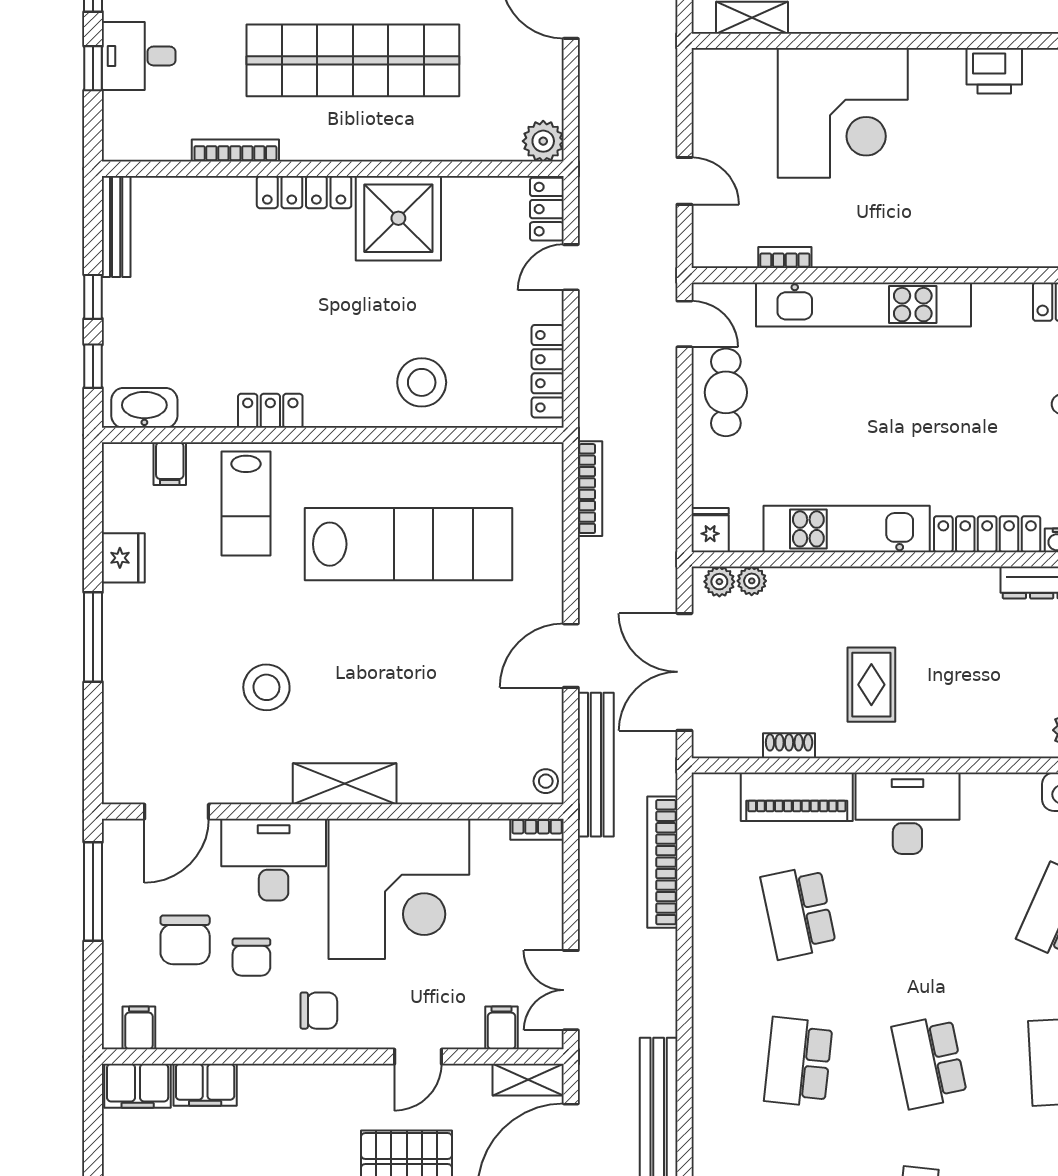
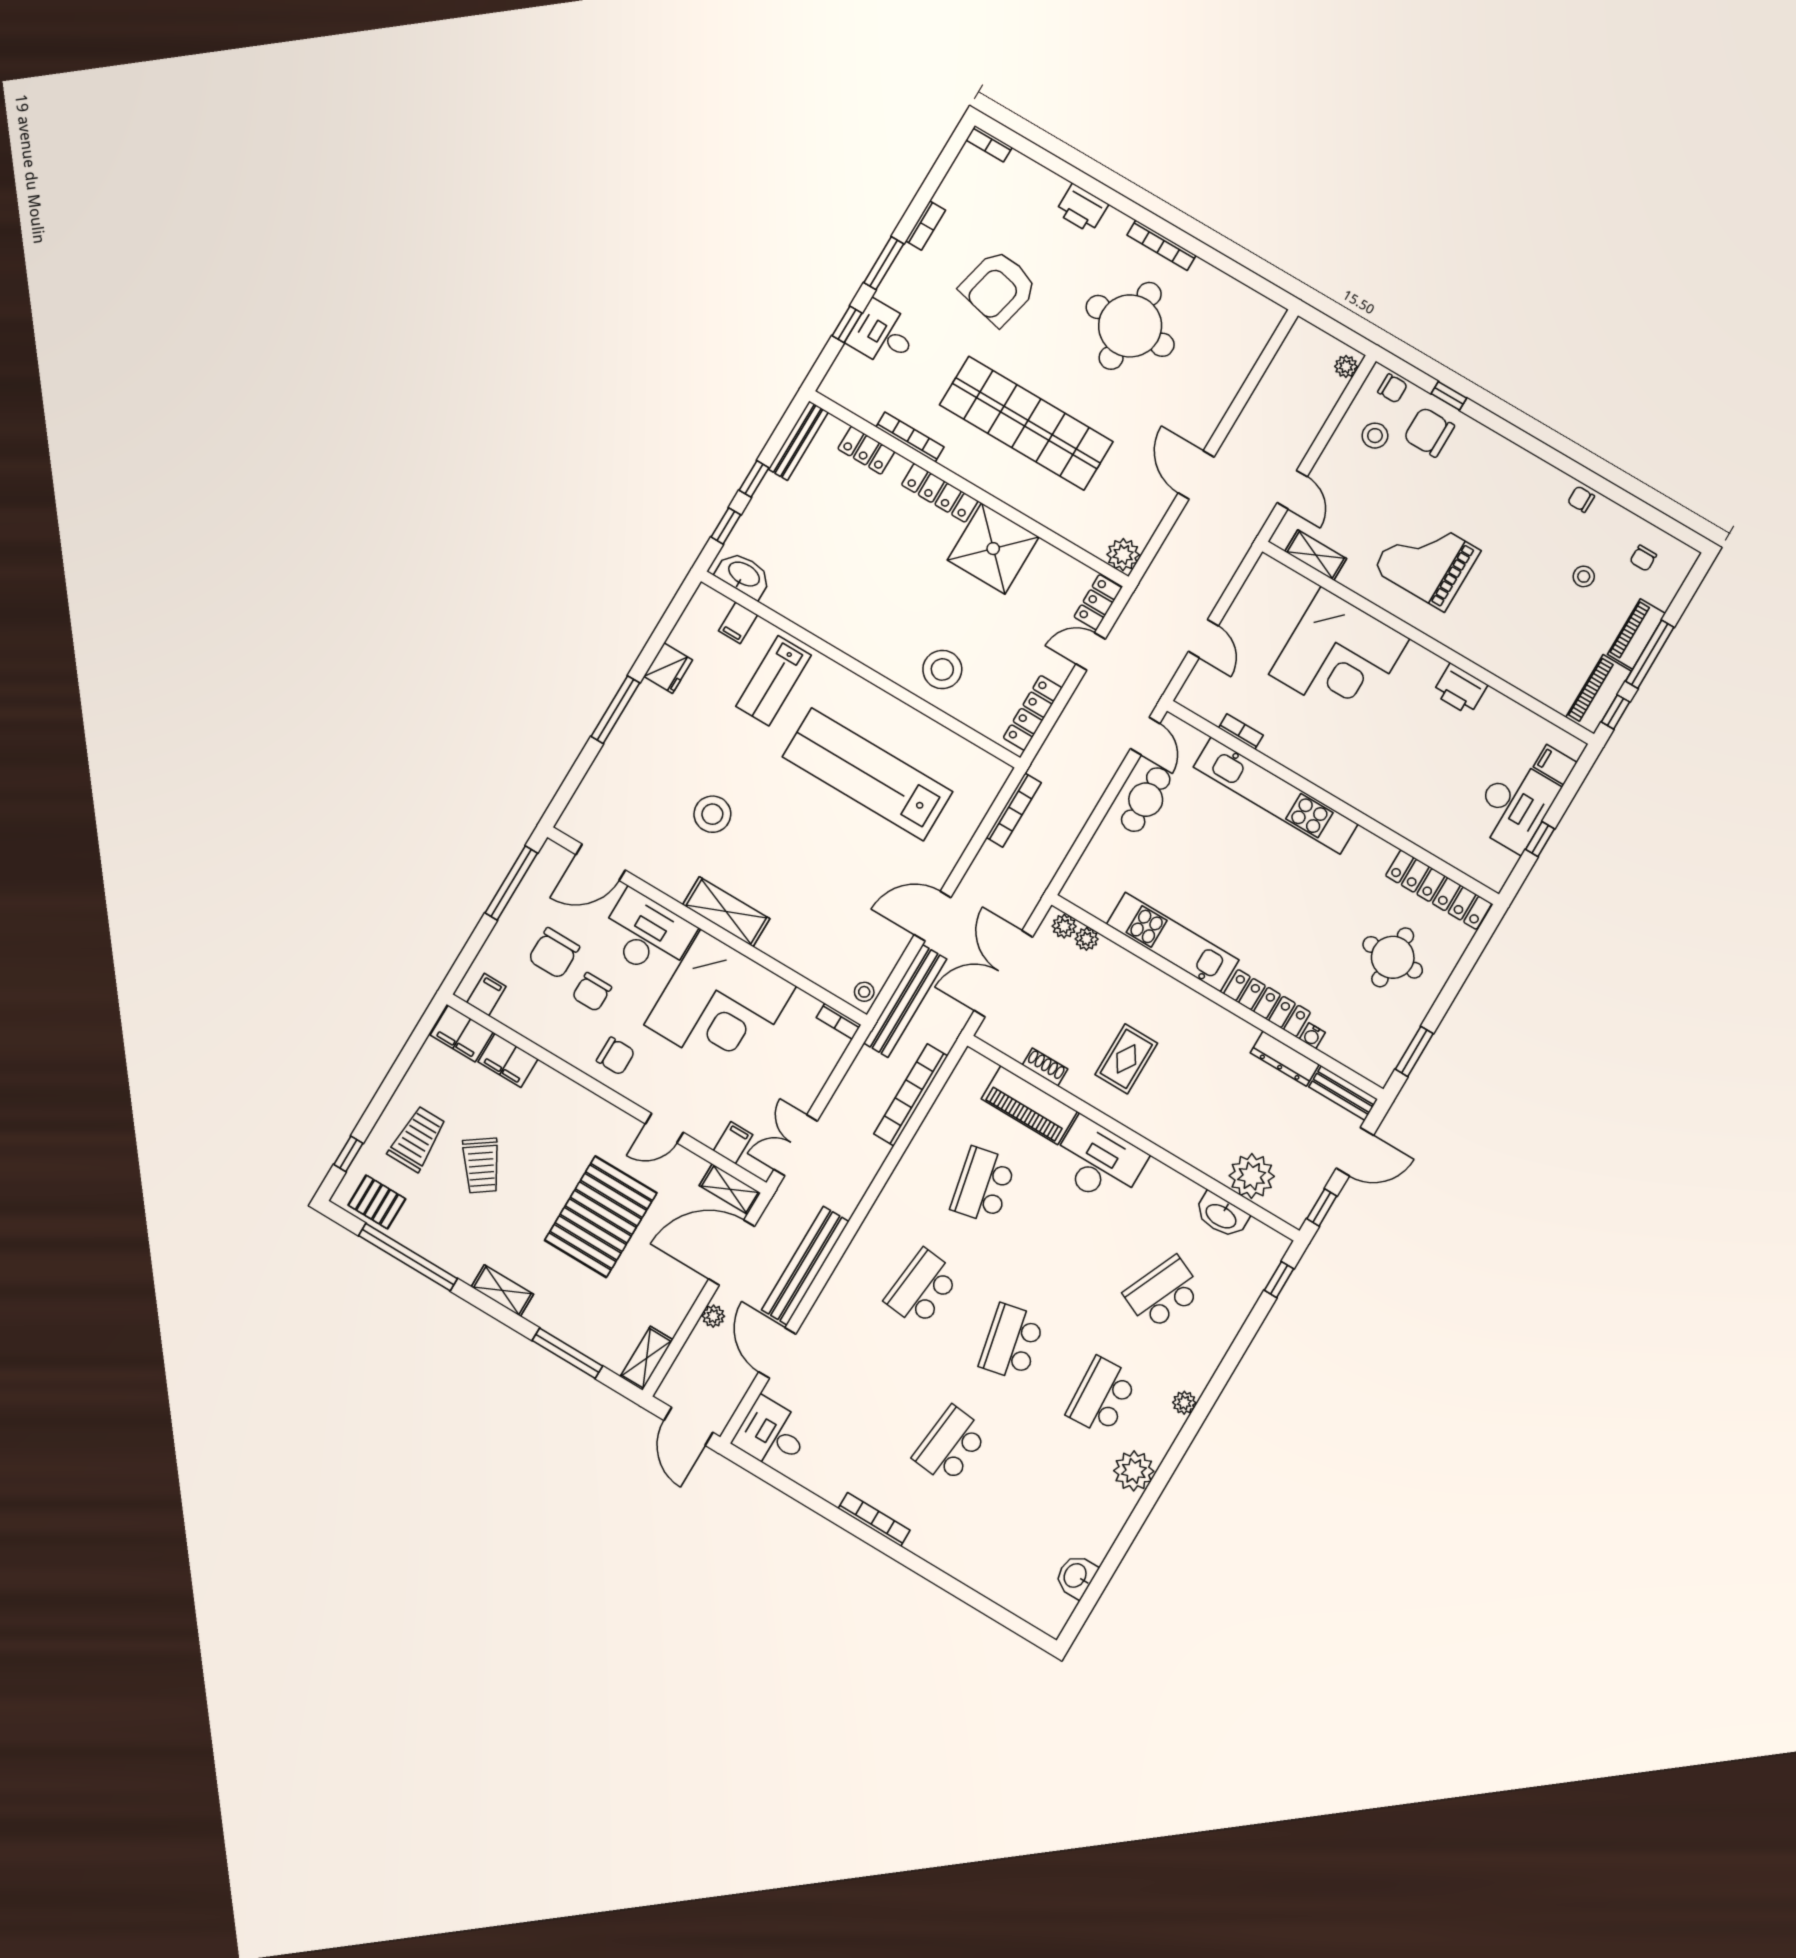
locker: (270, 411) -> (866, 450), moved, turned 180
fridge: (710, 530) -> (1079, 887), removed
lab bench: (409, 544) -> (867, 774), turned 180

